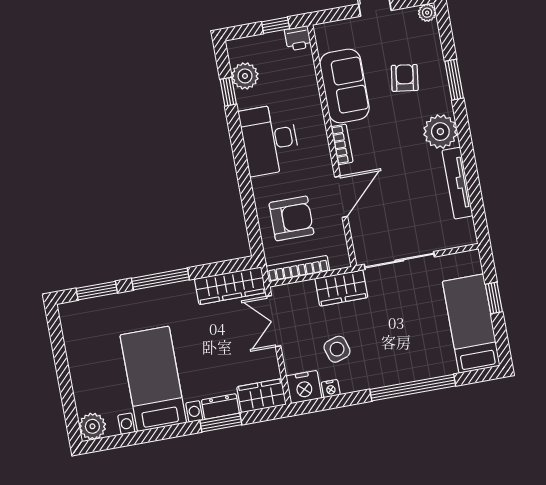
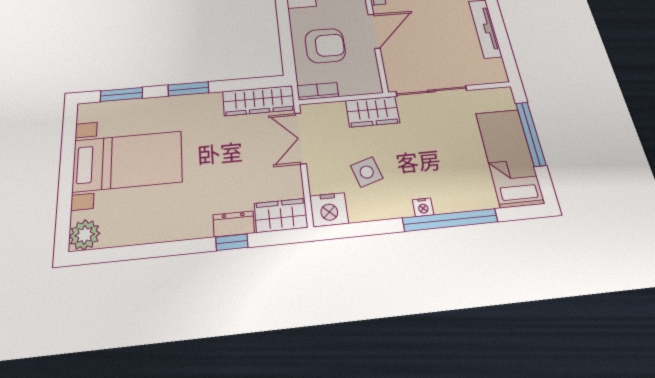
bookcase: (298, 269) -> (318, 91), width x0.64
window: (160, 279) -> (188, 89), width x0.69
window: (494, 298) -> (531, 134), width x2.17
bed with nightstands: (153, 379) -> (128, 161), moved, turned 90
nightstand: (331, 389) -> (423, 207), moved
window: (221, 423) -> (232, 242), width x0.67

